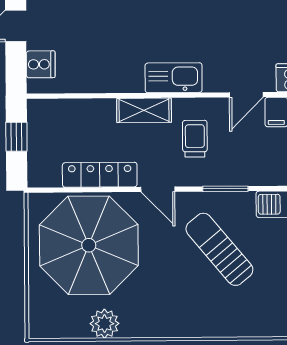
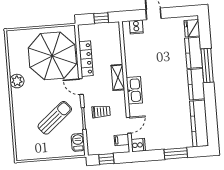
door: (246, 95) -> (129, 125), swing flipped
trolley: (195, 139) -> (101, 112), moved
door: (158, 189) -> (81, 87), hinge flipped
plant: (104, 324) -> (17, 81), moved

